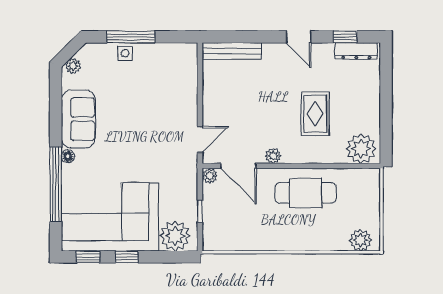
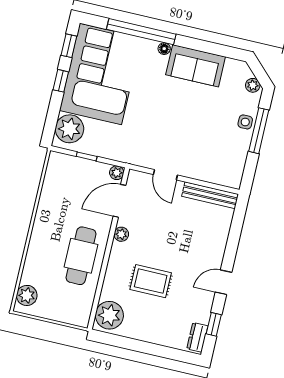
bench: (232, 51) -> (210, 195), moved, turned 90
dresser: (356, 51) -> (197, 337), width x0.70
plant: (73, 66) -> (253, 85), moved
door: (200, 139) -> (165, 175), moved

